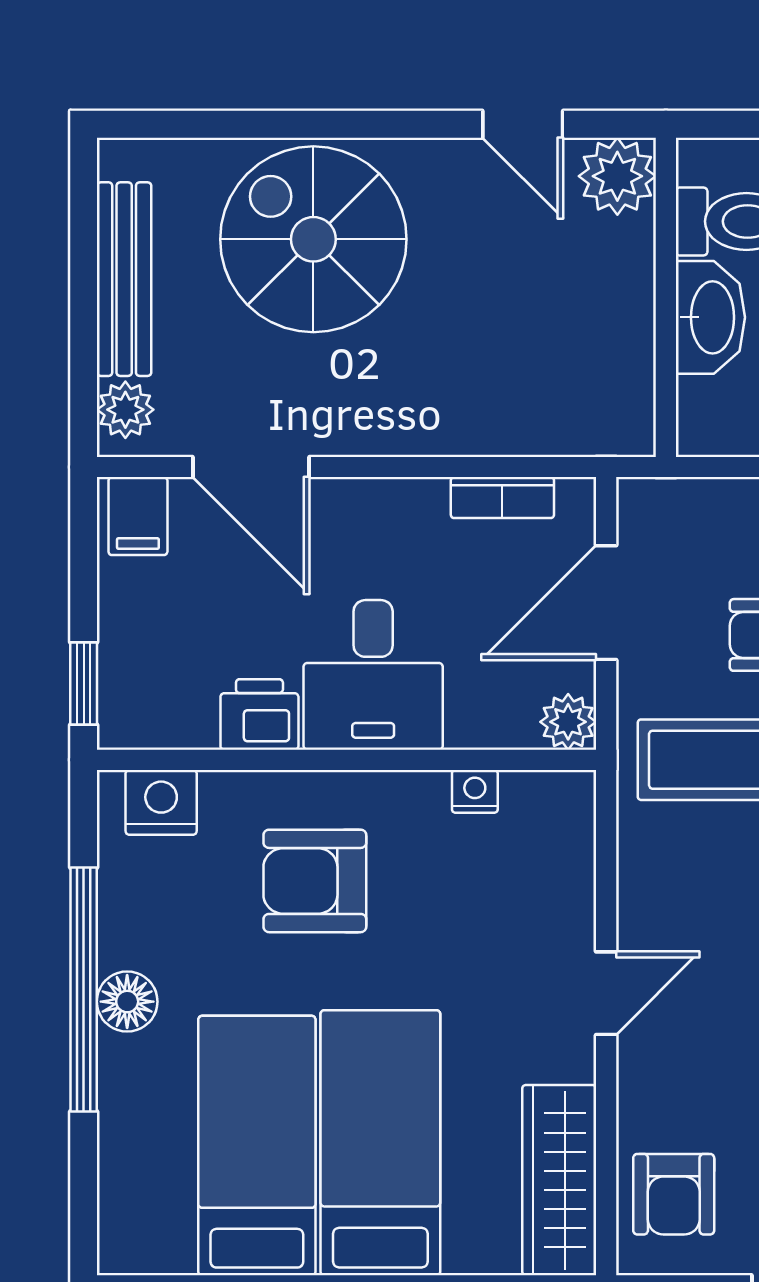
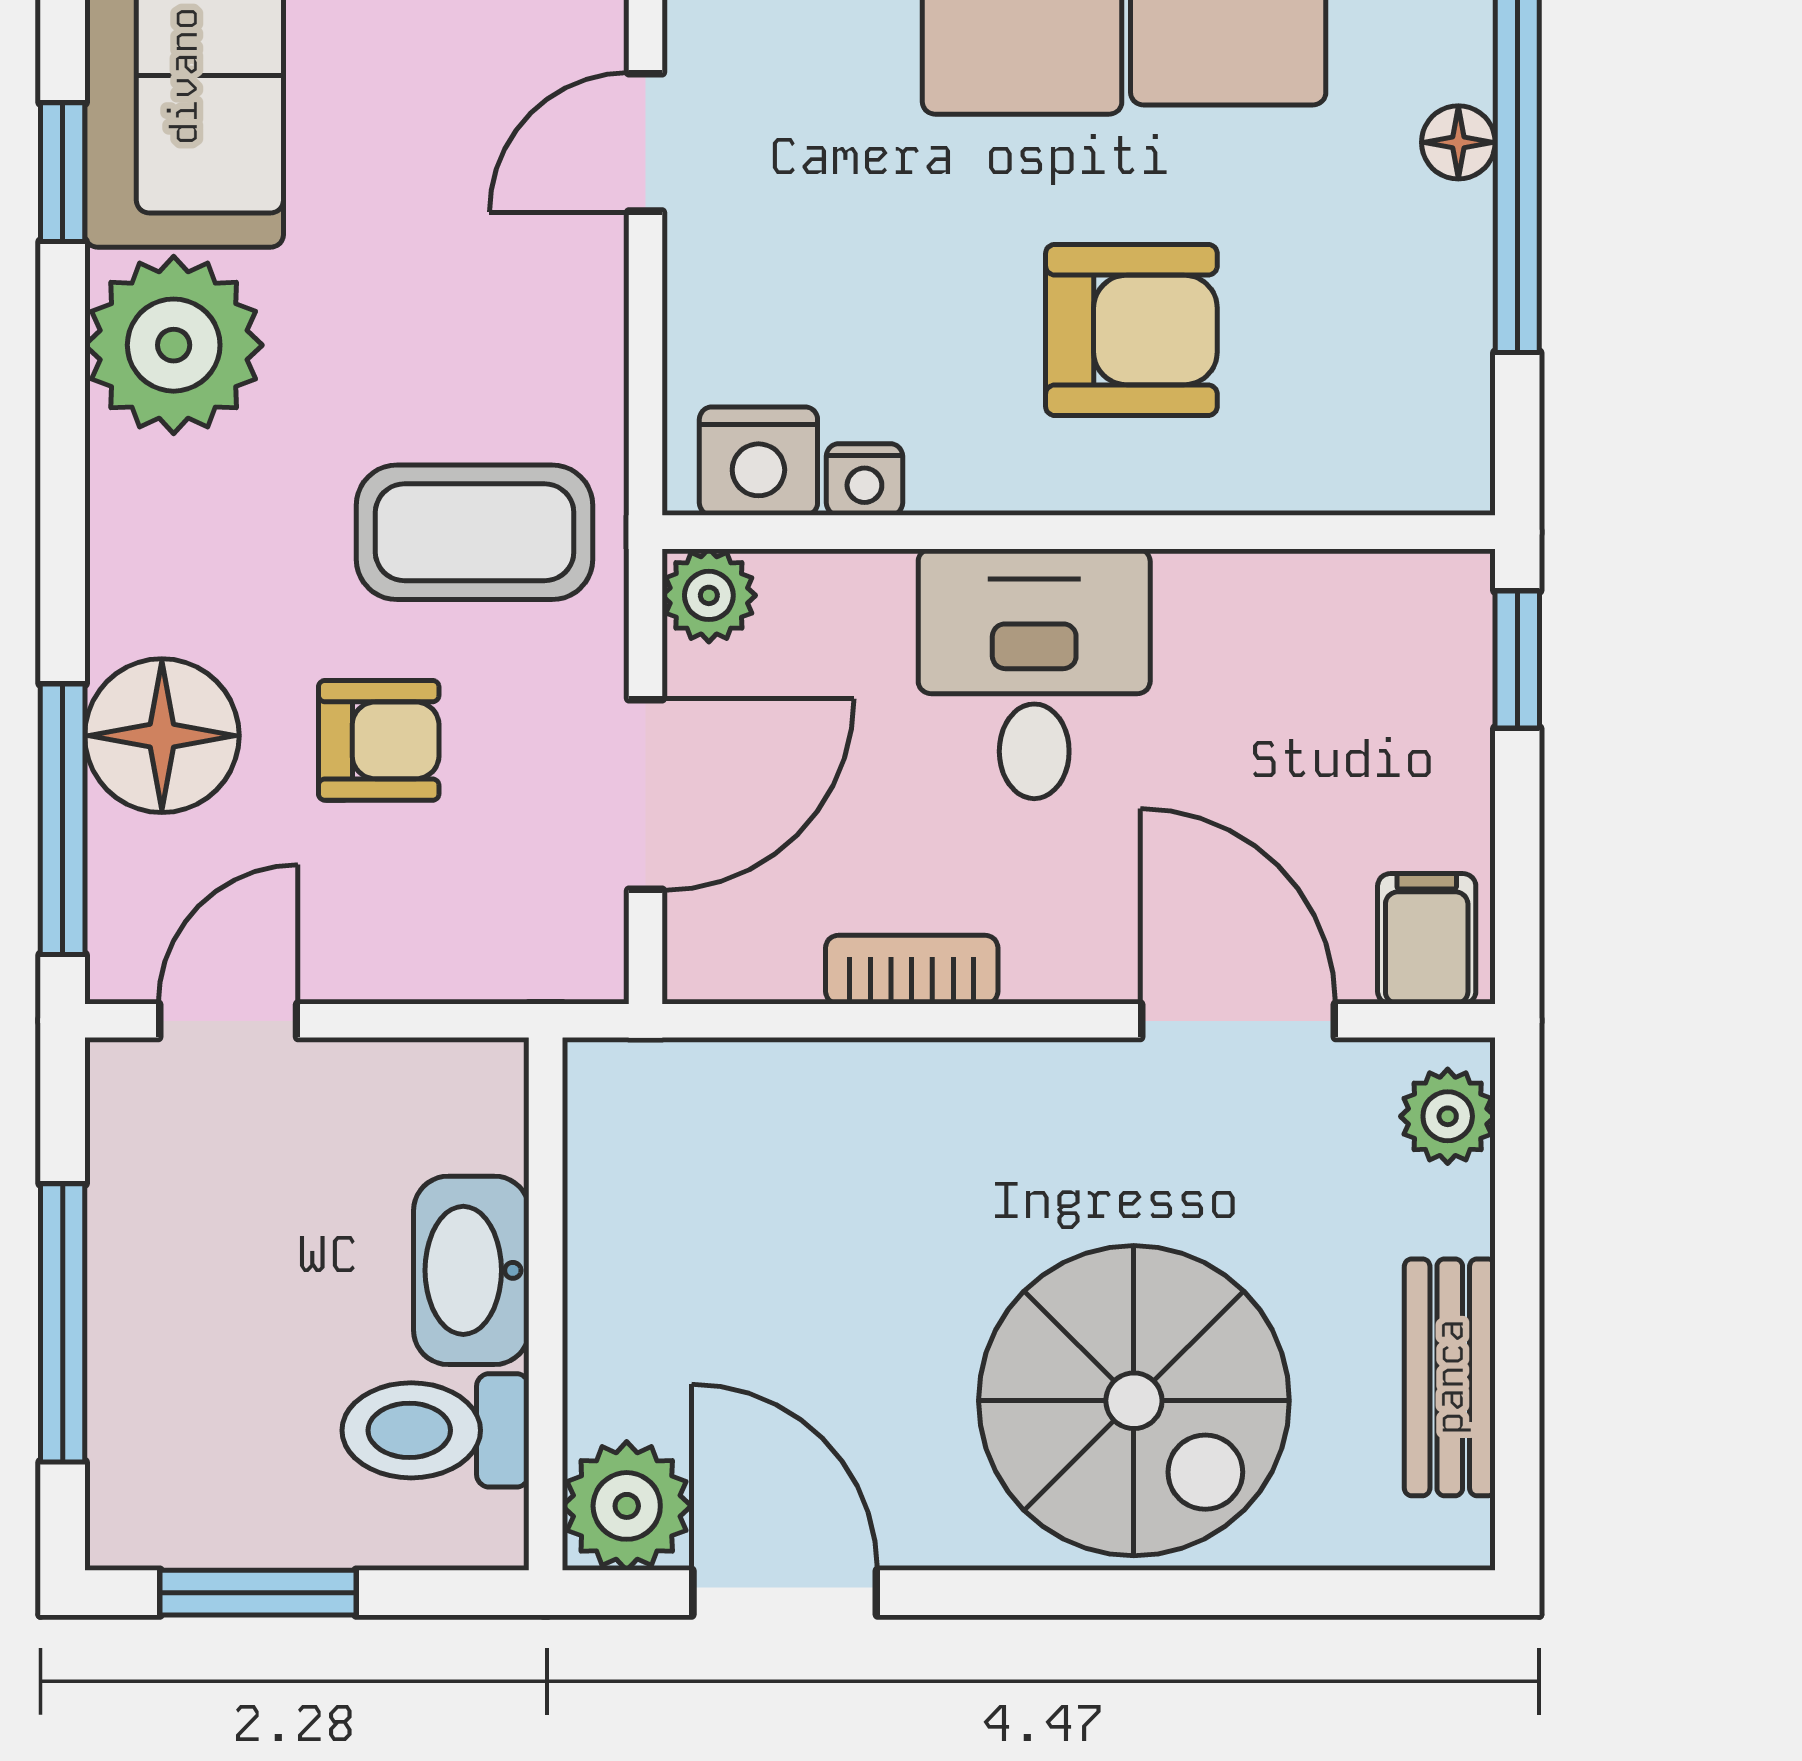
door: (523, 124) -> (785, 1593), width x1.38
bench: (124, 279) -> (1450, 1377), width x0.73
bookcase: (502, 498) -> (912, 970), moved
printer: (259, 714) -> (1224, 608), removed
nightstand: (161, 802) -> (758, 461), moved
floor lamp: (127, 1002) -> (1458, 142), width x0.73, depth x0.73

